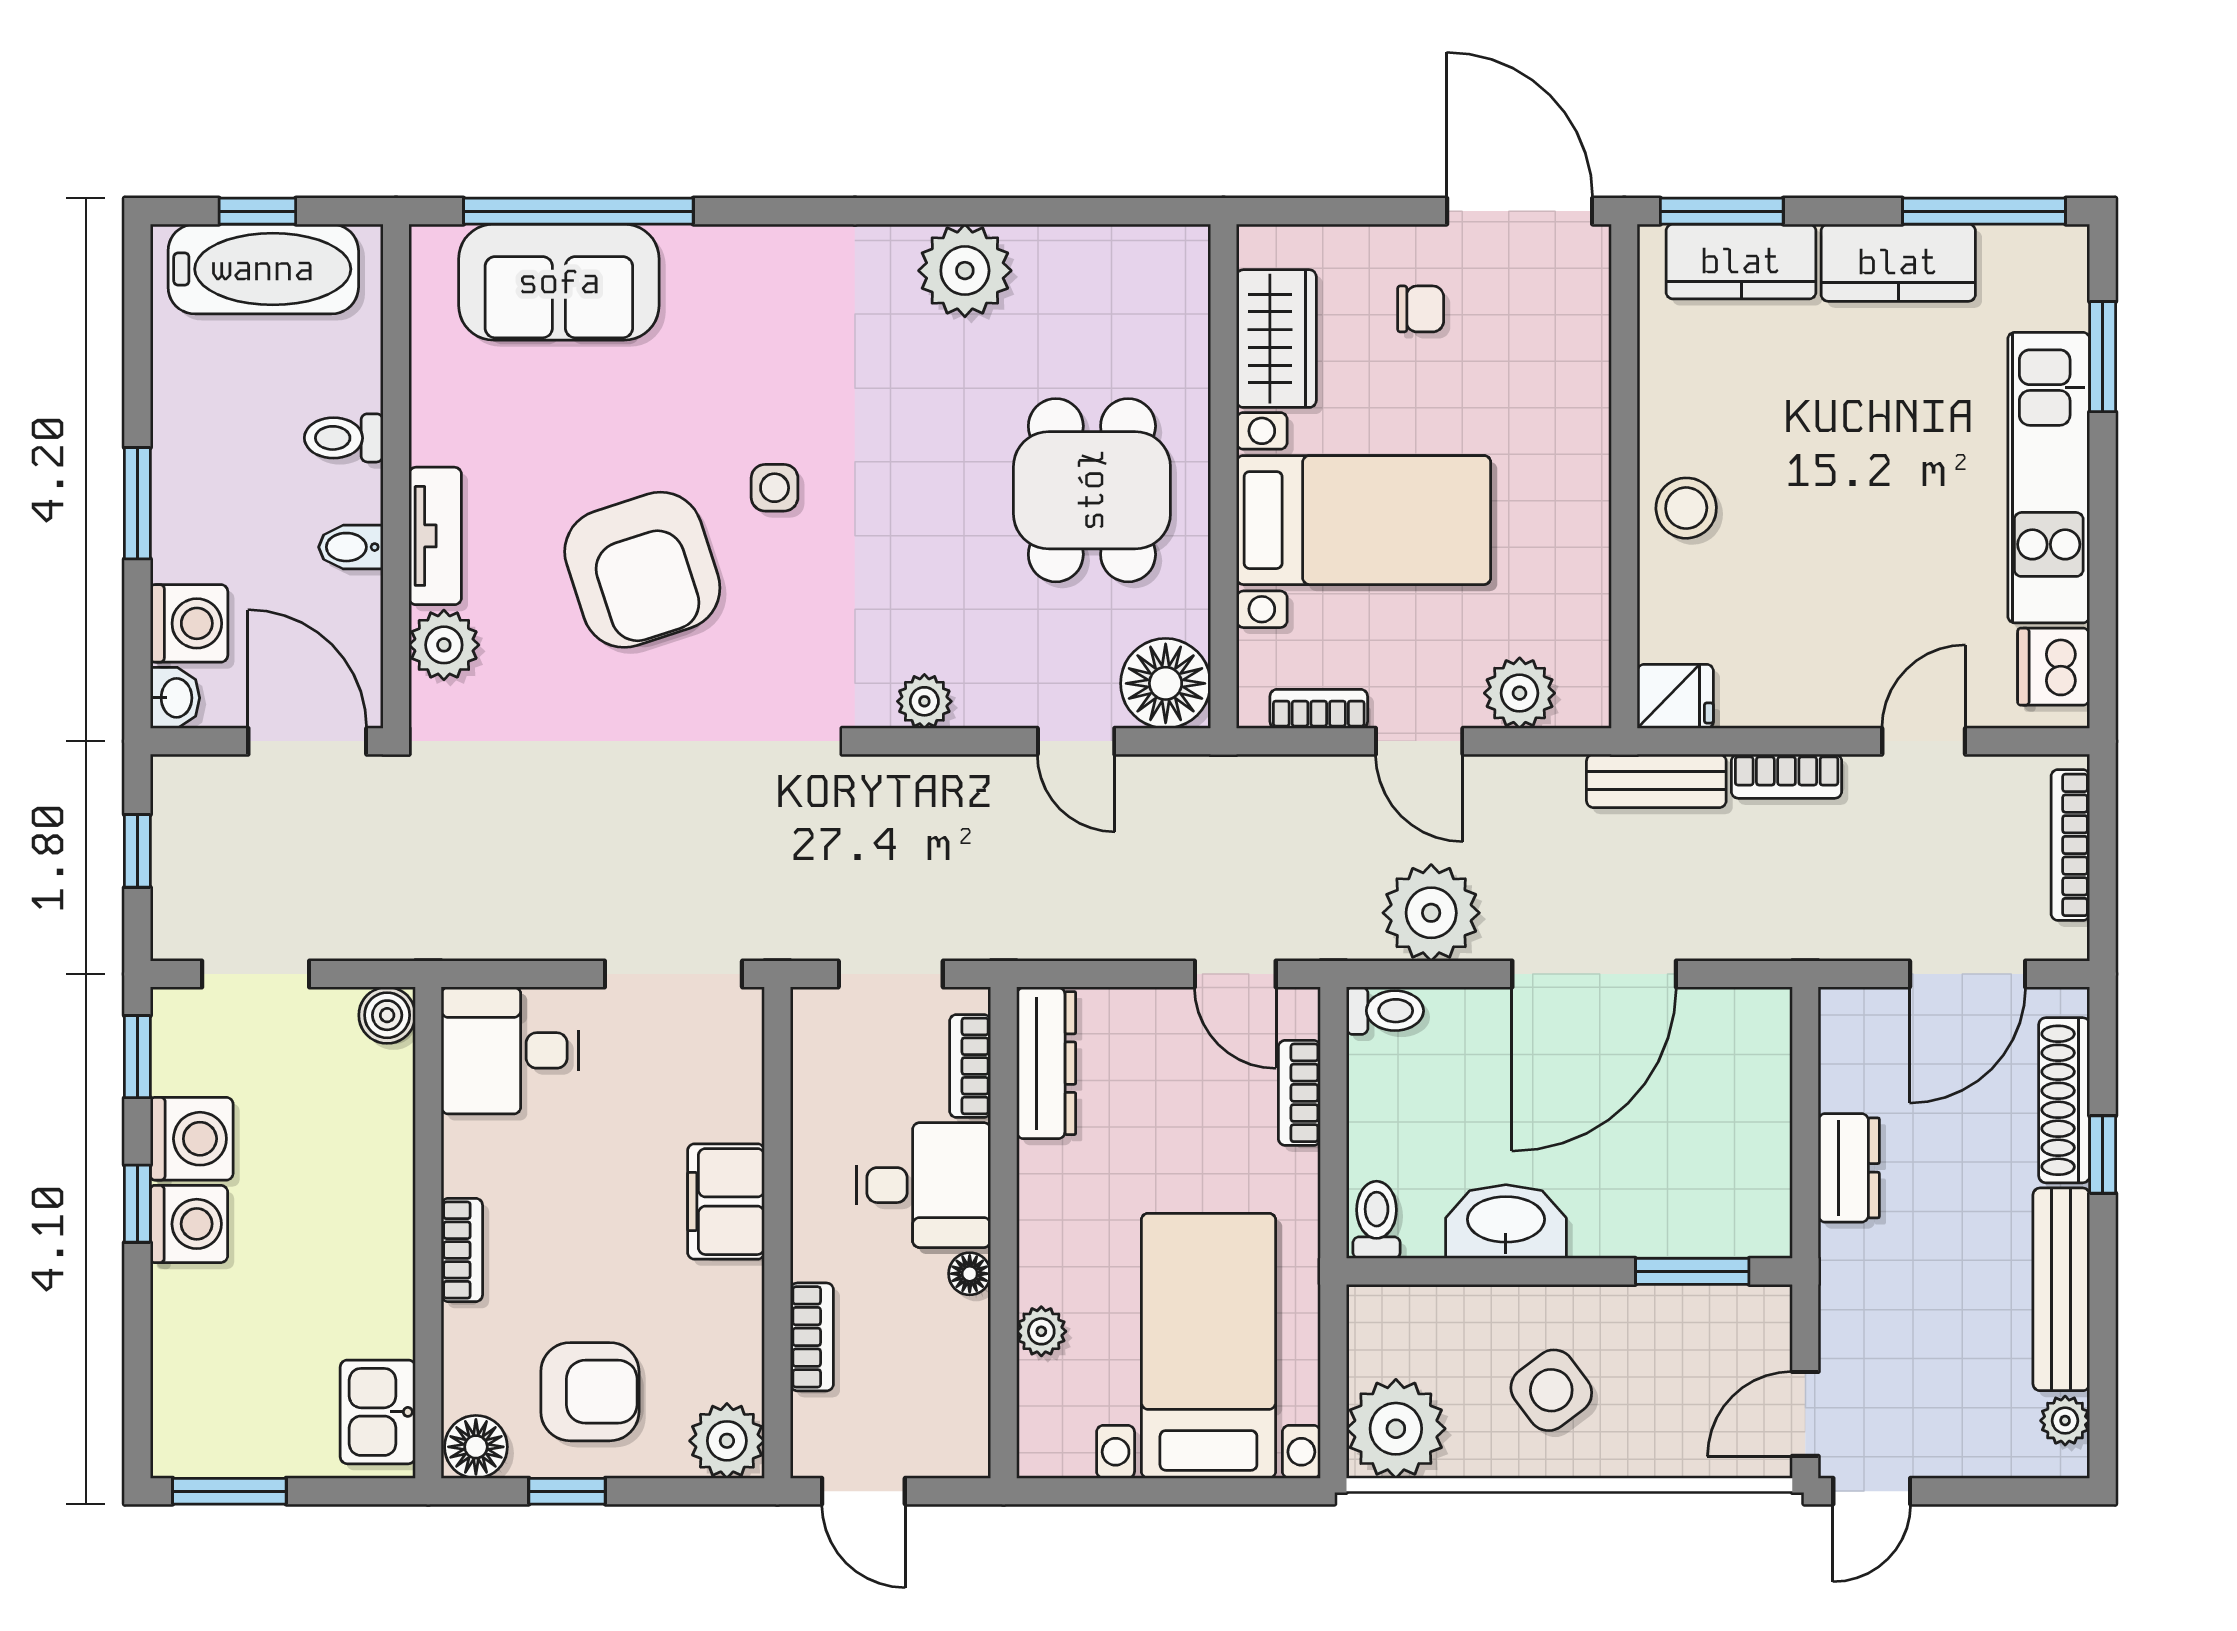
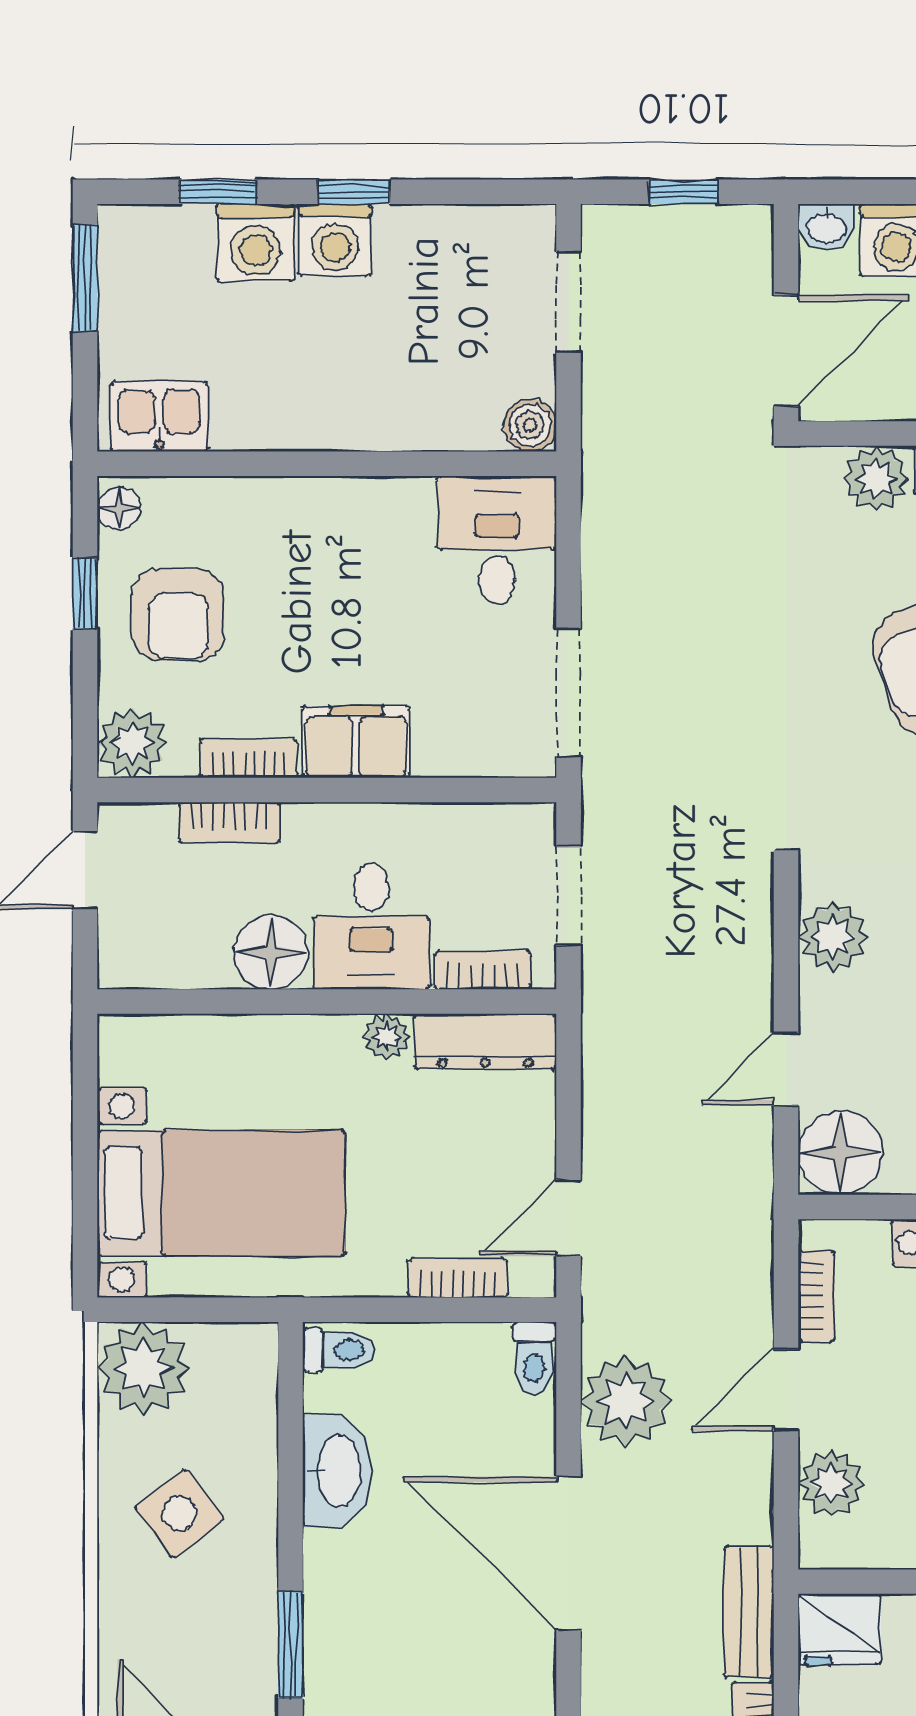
fridge: (1675, 696) -> (840, 1629), width x1.38
plant: (924, 701) -> (833, 937), width x1.38, depth x1.38
window: (137, 1057) -> (218, 192), moved
washing machine: (192, 1139) -> (255, 243), moved
bookcase: (462, 1250) -> (249, 759), moved, turned 180
floor lamp: (970, 1274) -> (271, 952), width x1.89, depth x1.89
plant: (1041, 1331) -> (387, 1037), moved
floor lamp: (476, 1447) -> (119, 508), width x0.73, depth x0.73

